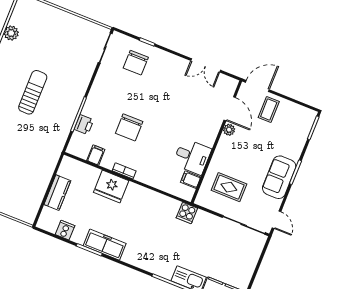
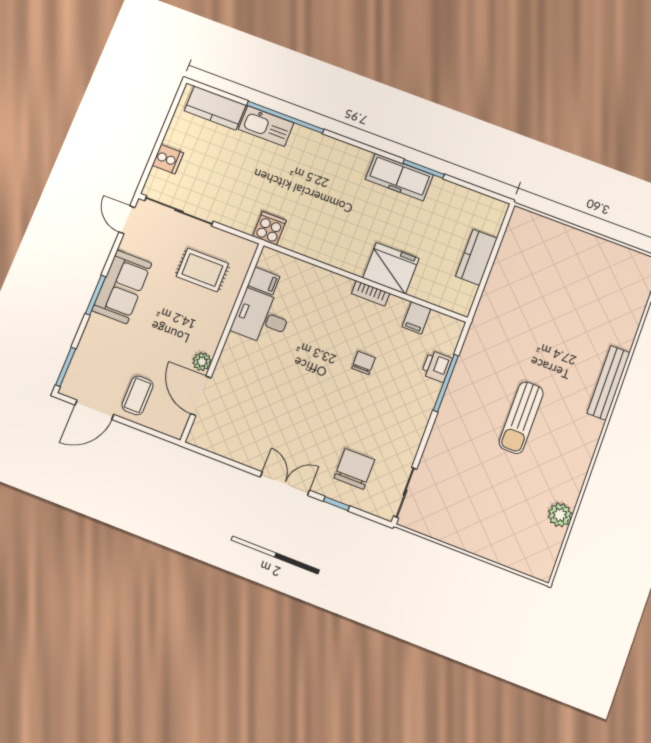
double door: (206, 65) -> (285, 484), moved
door: (257, 86) -> (94, 410), moved
chair: (129, 127) -> (364, 363), width x0.54, depth x0.54
cooker: (65, 230) -> (168, 159), moved, turned -90

